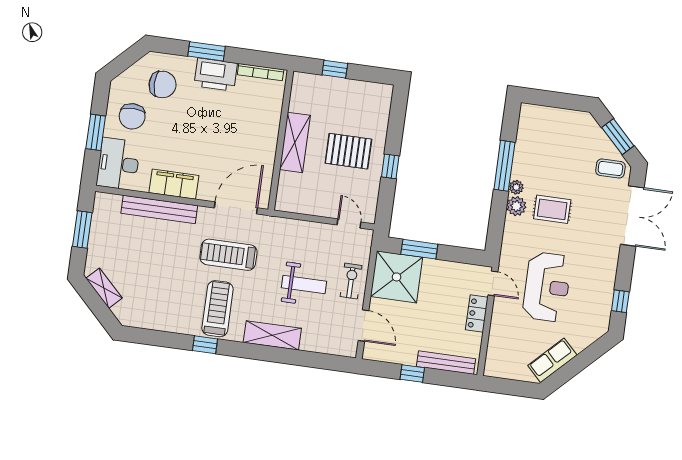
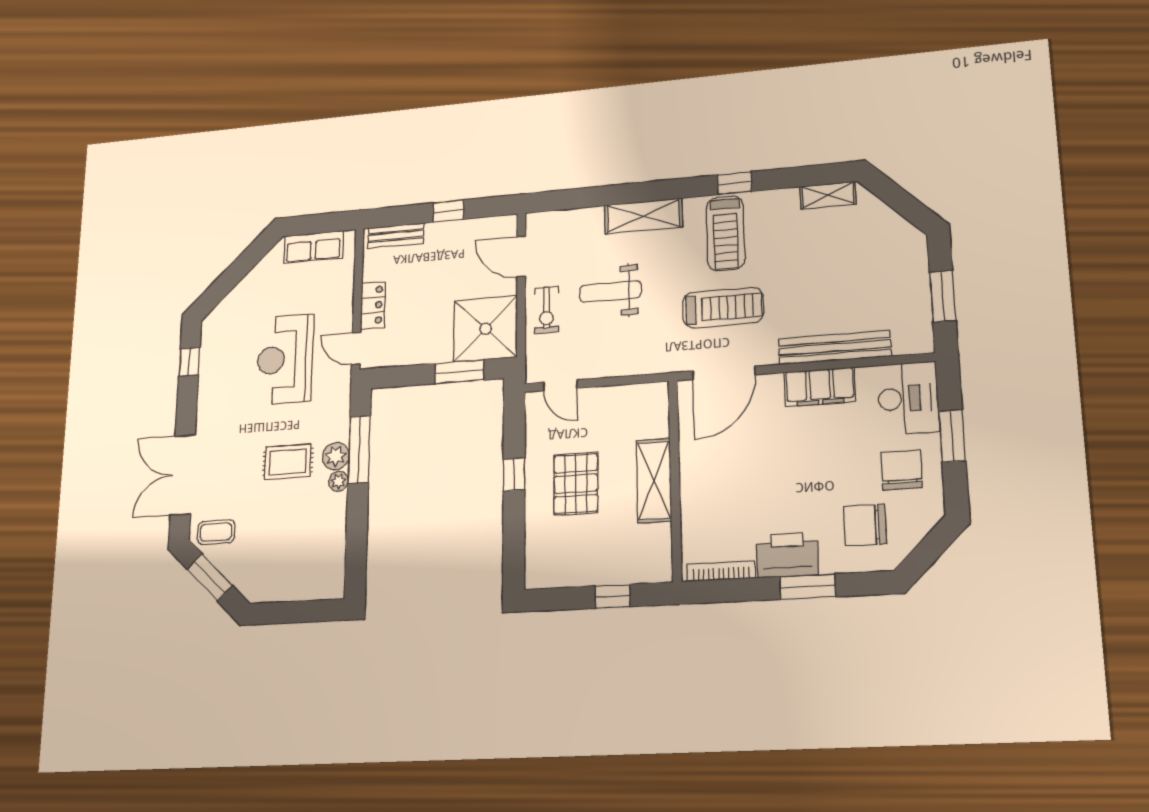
pallet: (348, 151) -> (576, 484), turned 90
window: (504, 166) -> (359, 449), moved
shelving: (104, 288) -> (828, 195), moved, turned -45
row of seats: (552, 360) -> (313, 247), moved, turned 45
bench: (446, 363) -> (396, 236), width x0.73

